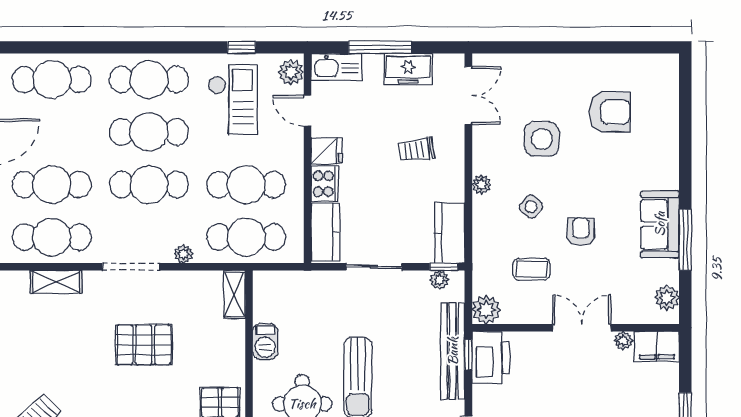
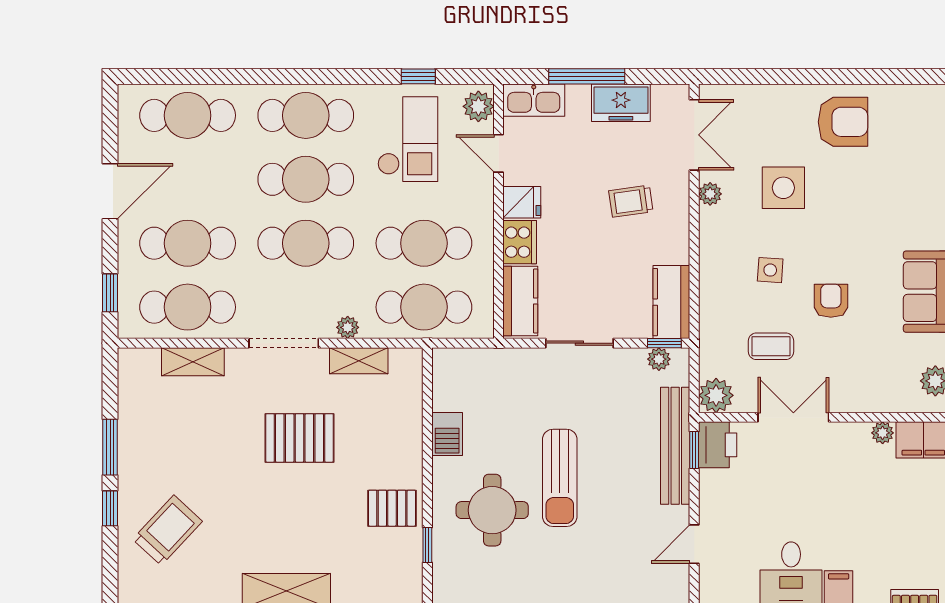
armchair: (610, 112) -> (843, 122), moved
plant: (481, 185) -> (710, 194), moved
side table: (531, 207) -> (770, 270), turned -37
shelving: (234, 294) -> (359, 361), moved, turned 90
double door: (582, 328) -> (793, 417), moved
printer: (491, 357) -> (718, 445), width x0.73, depth x0.84

